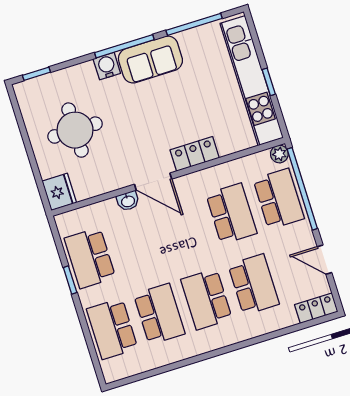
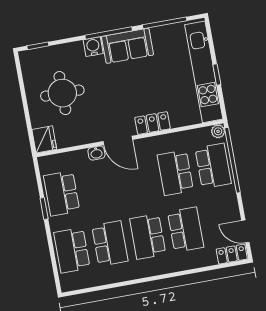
school desk: (231, 214) -> (175, 173), turned 180
door: (324, 260) -> (245, 231), moved

